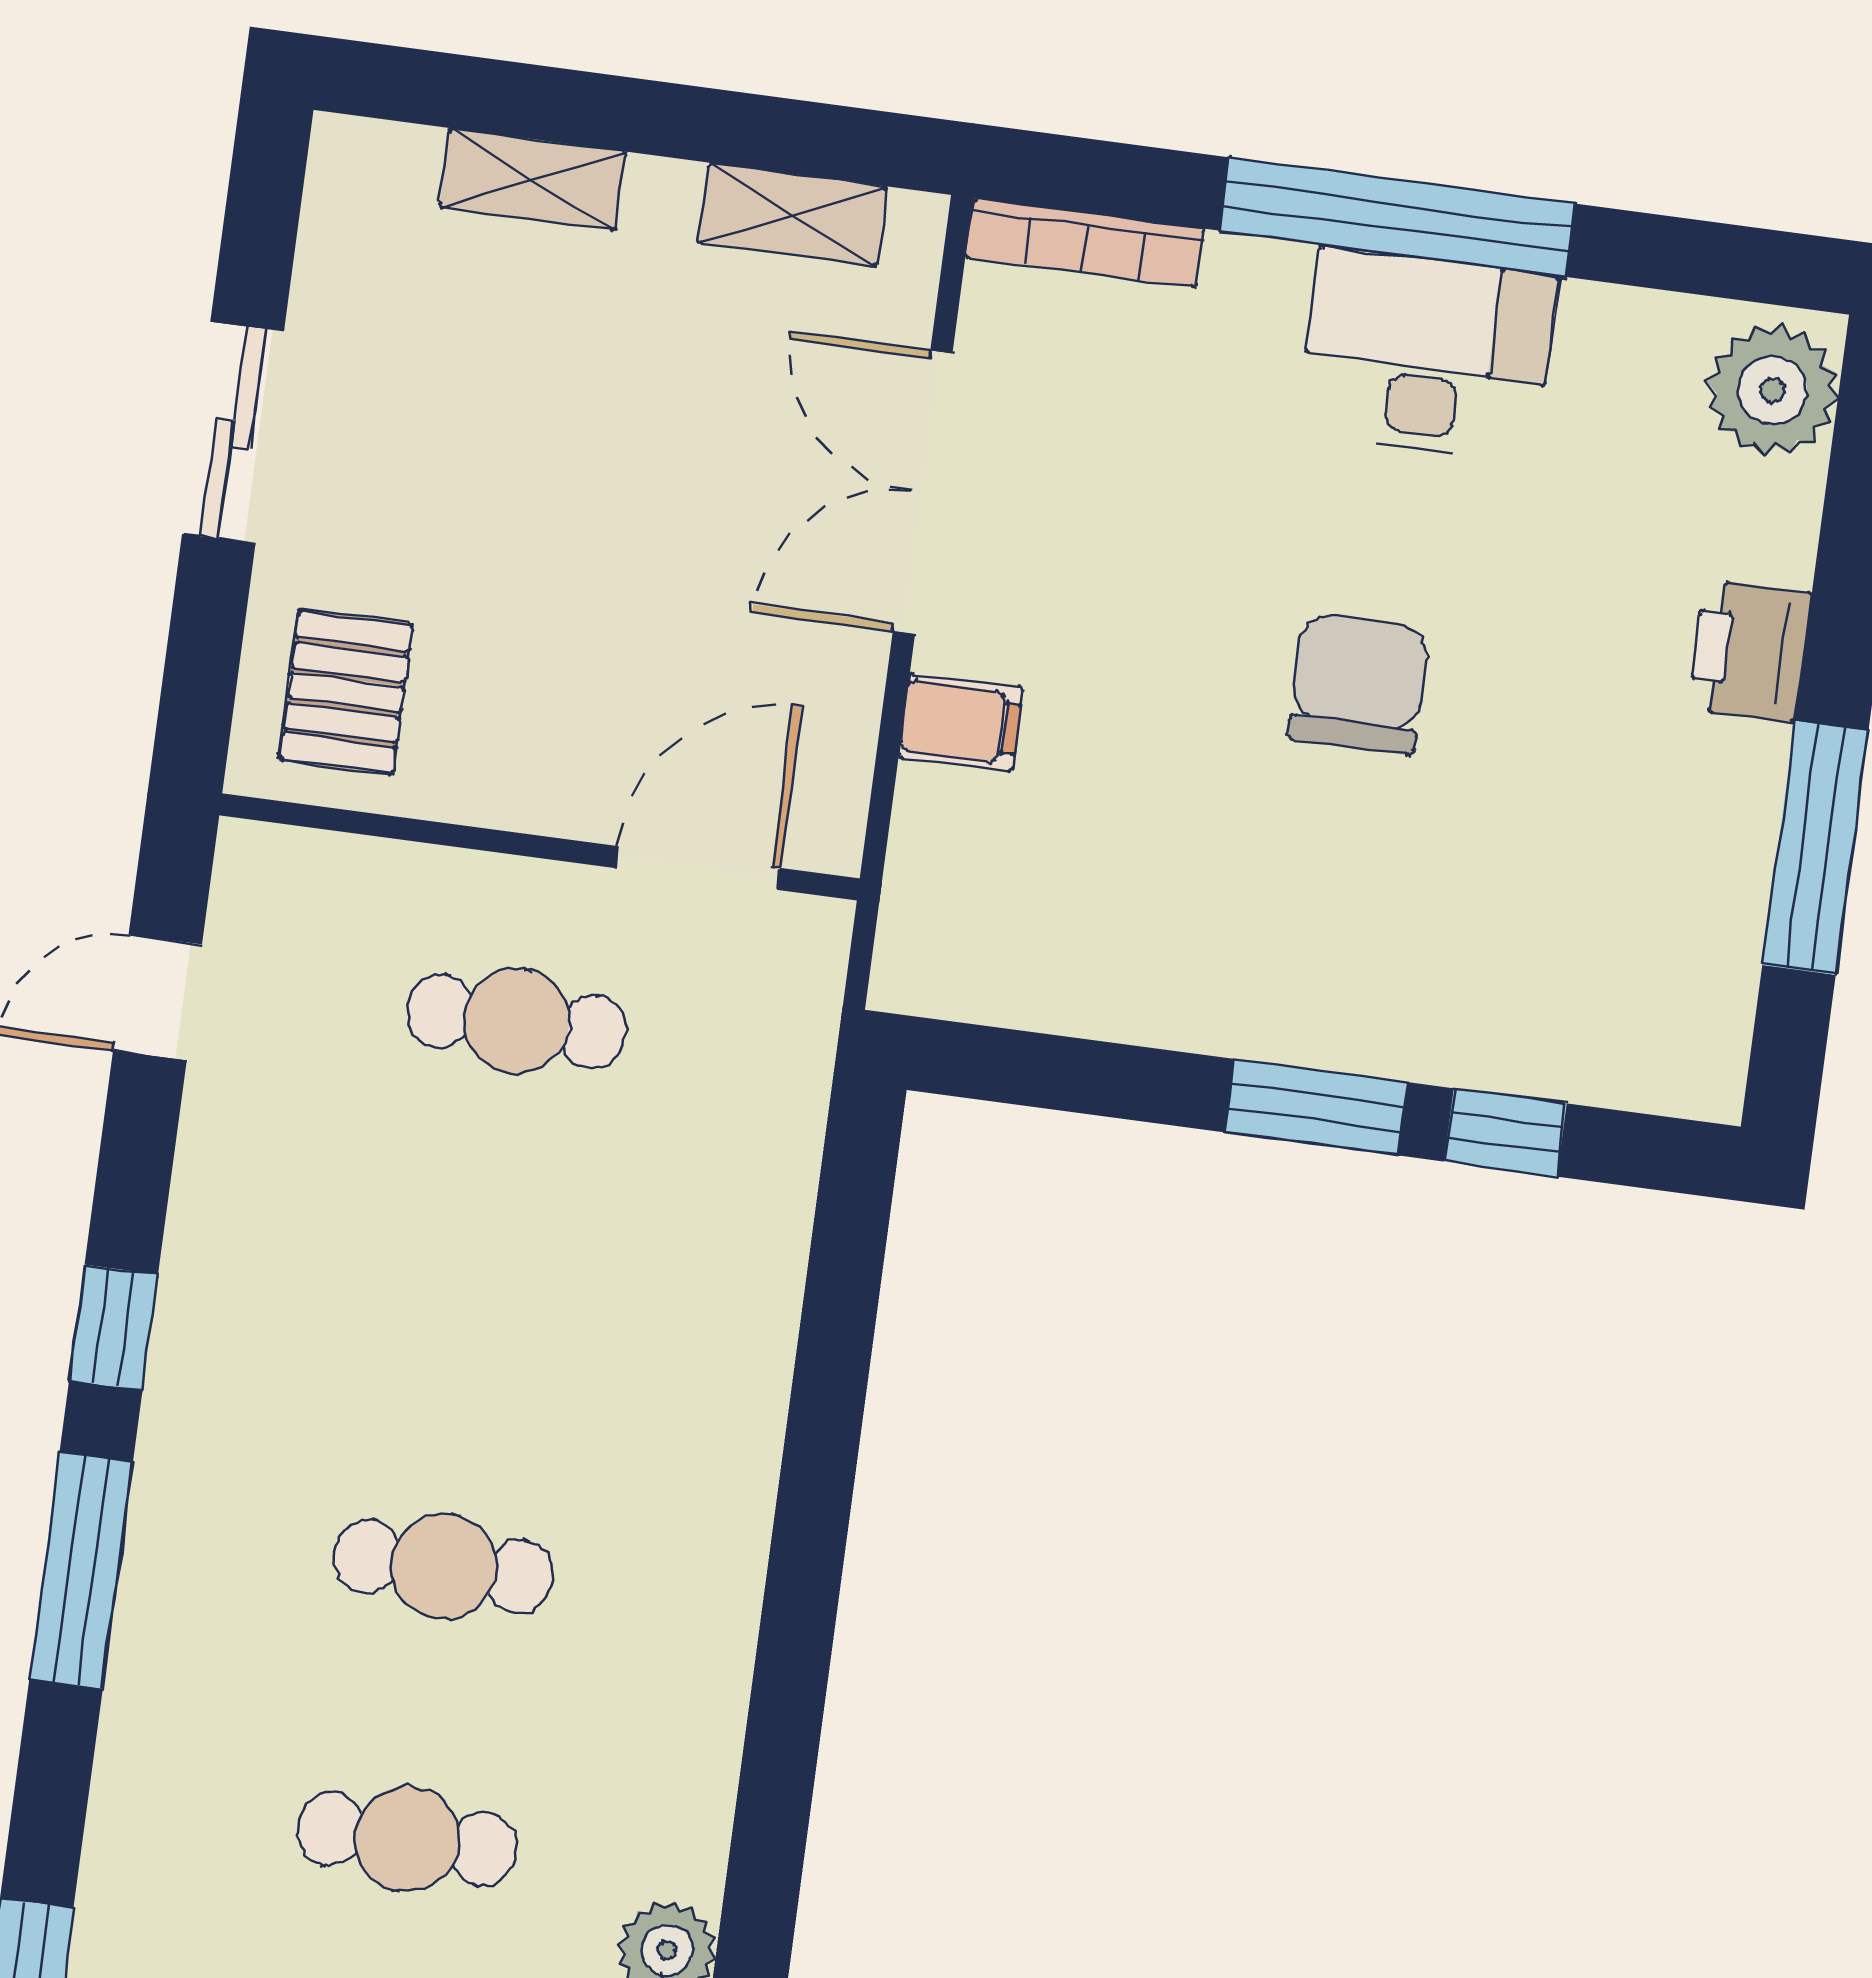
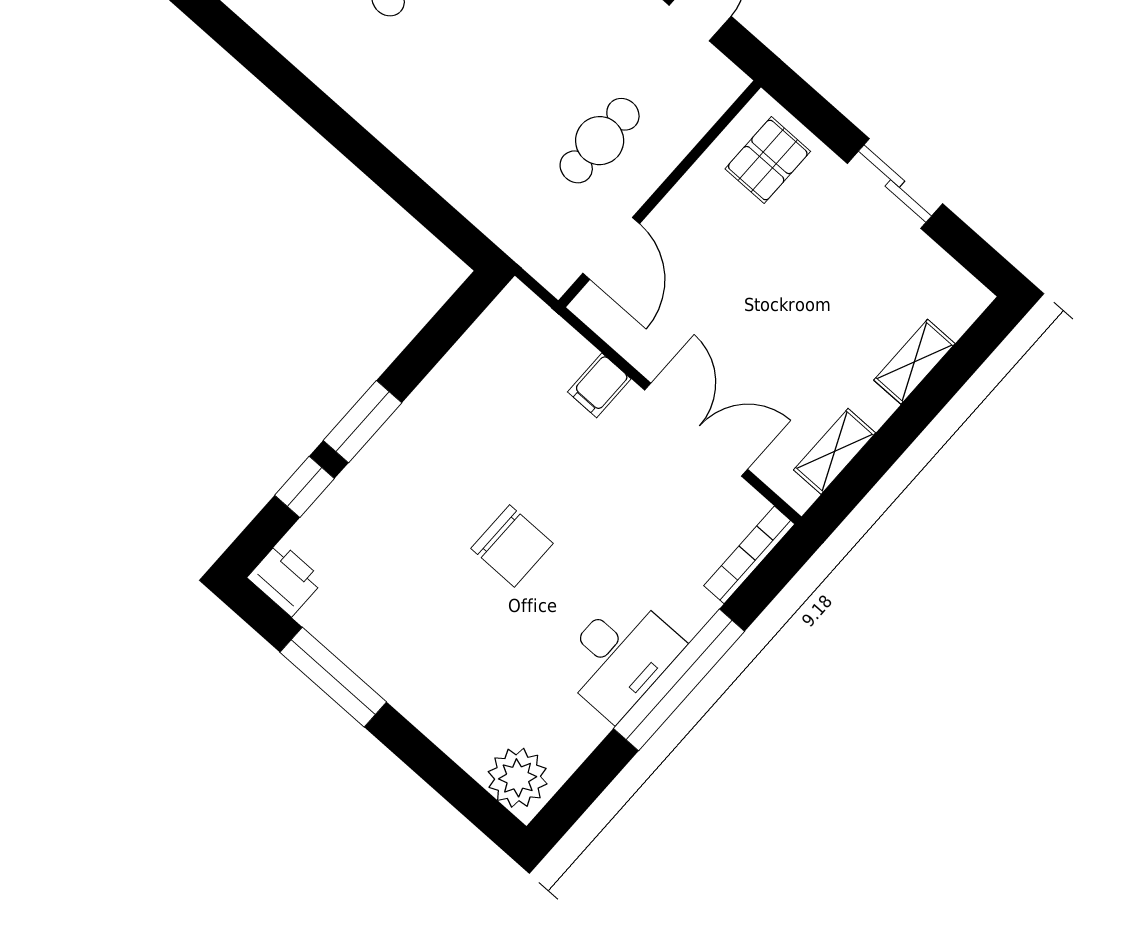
printer: (1749, 651) -> (286, 579), moved
pallet: (346, 692) -> (768, 160), turned 90

